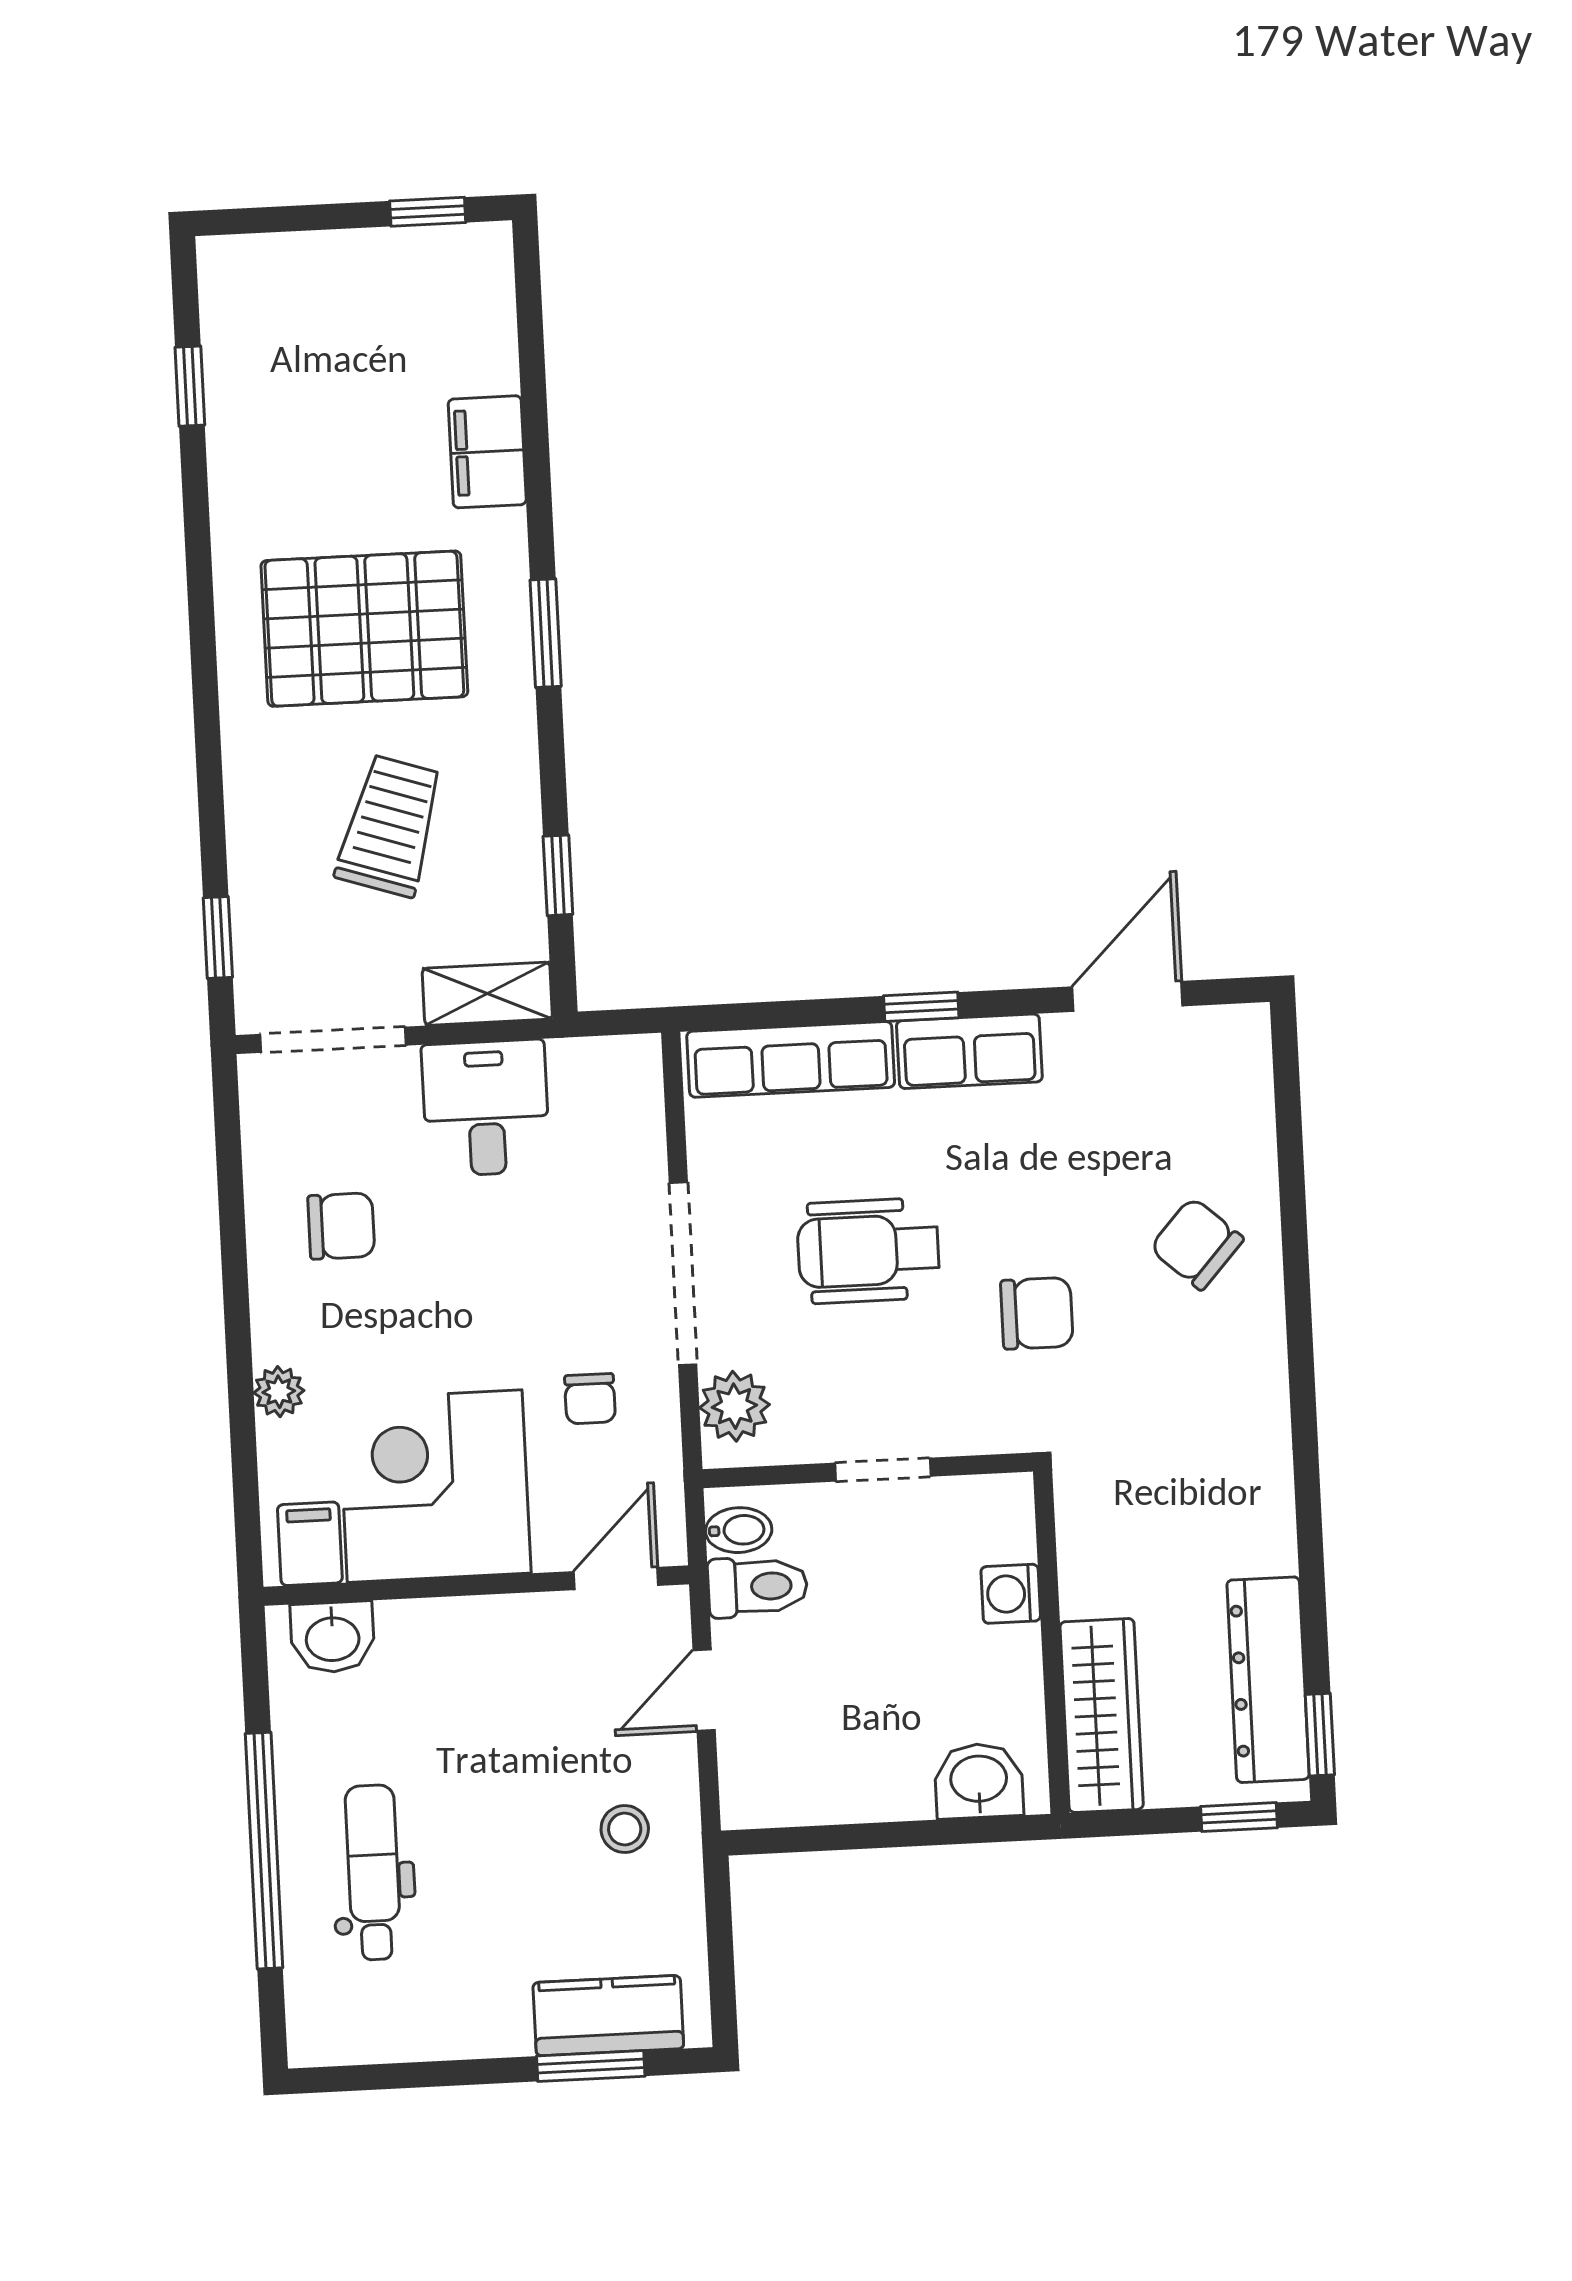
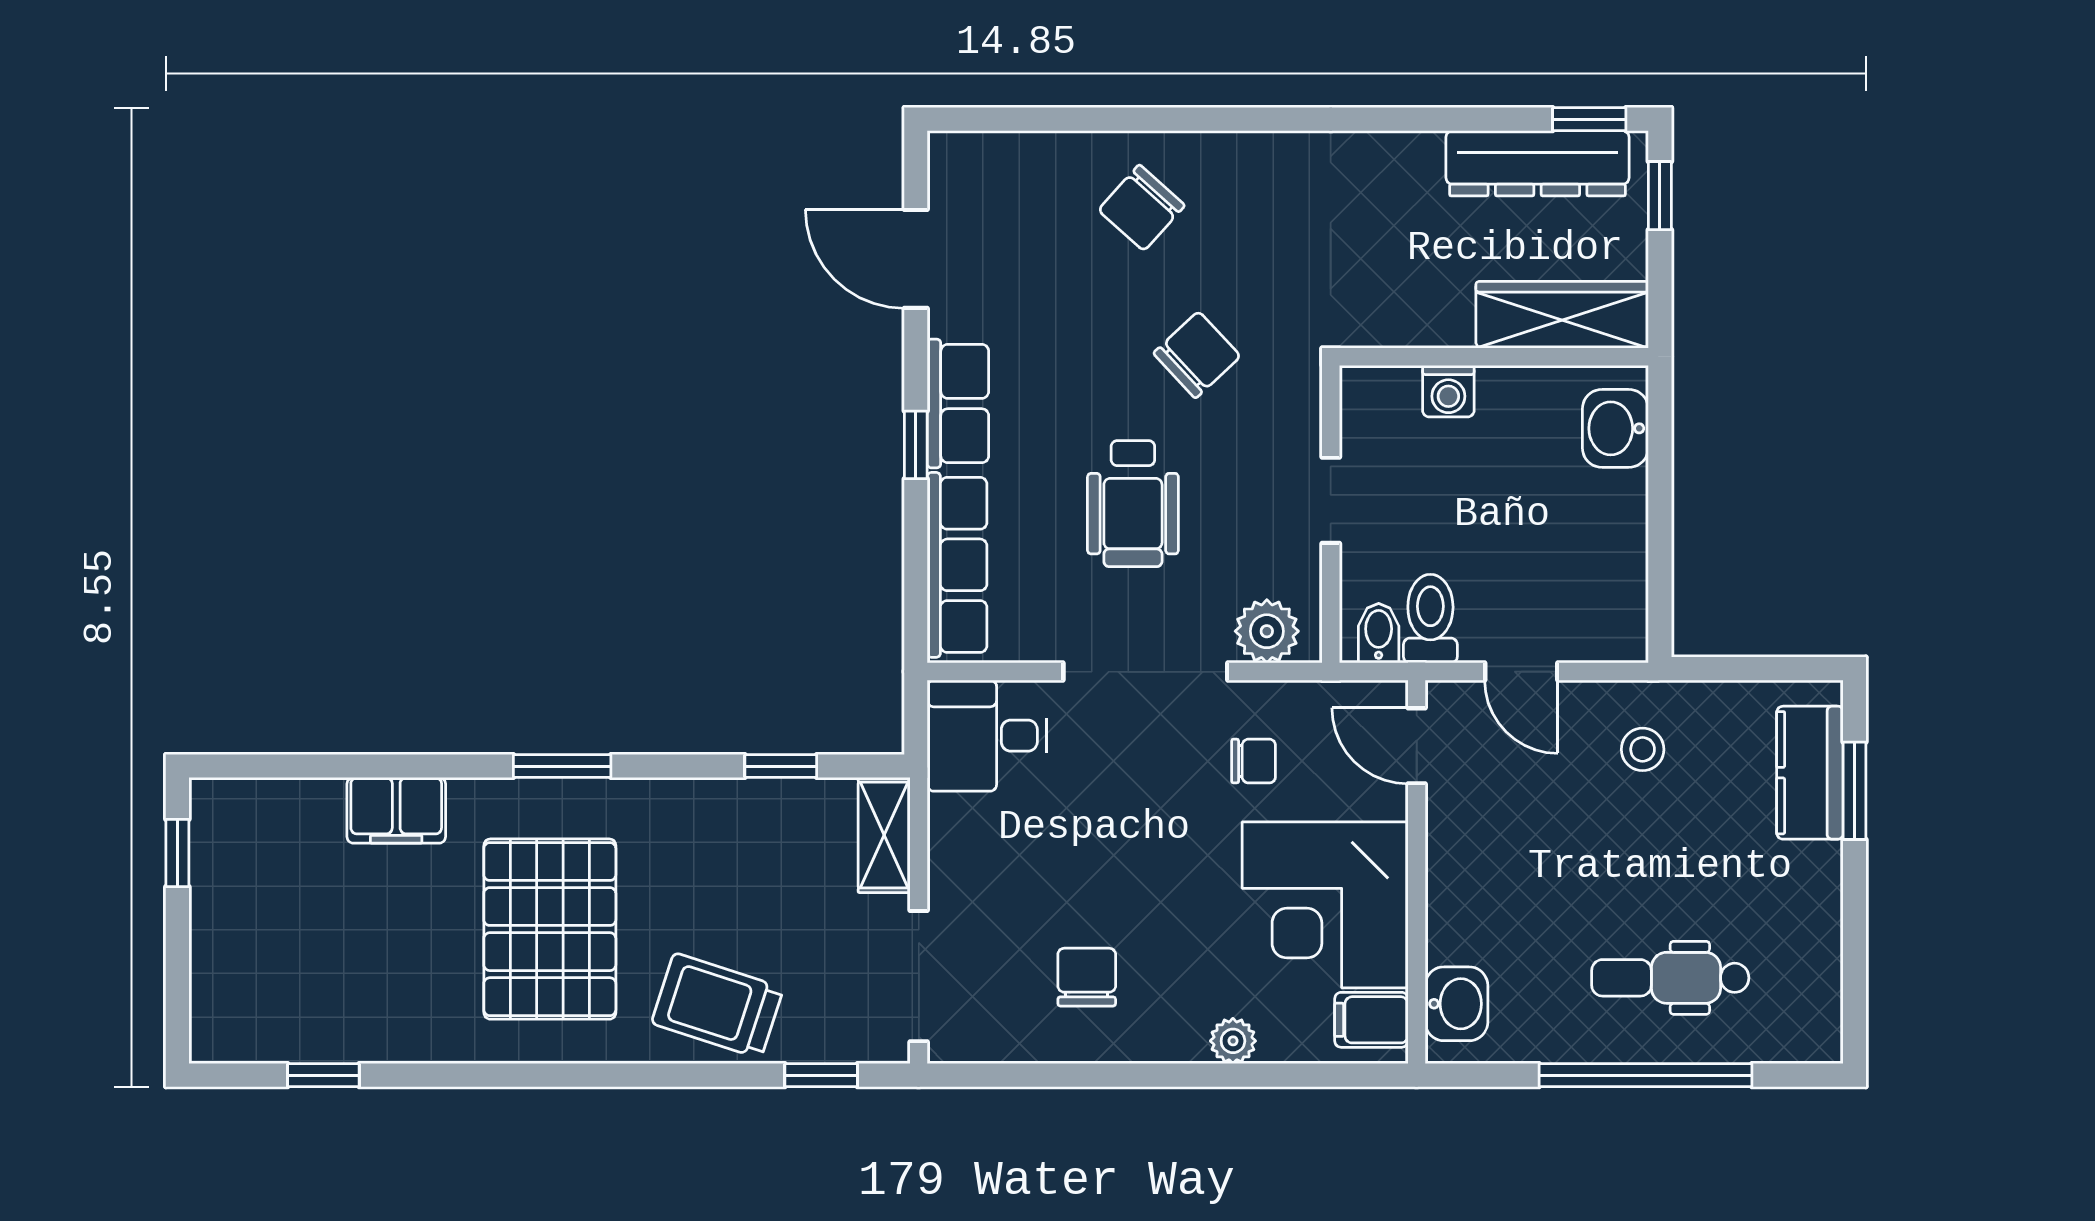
trolley: (390, 826) -> (717, 1006), moved
desk: (486, 1108) -> (987, 736), moved
chair: (1037, 1313) -> (1197, 355), turned 47

